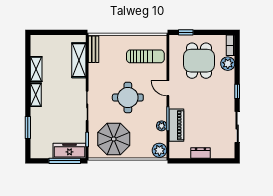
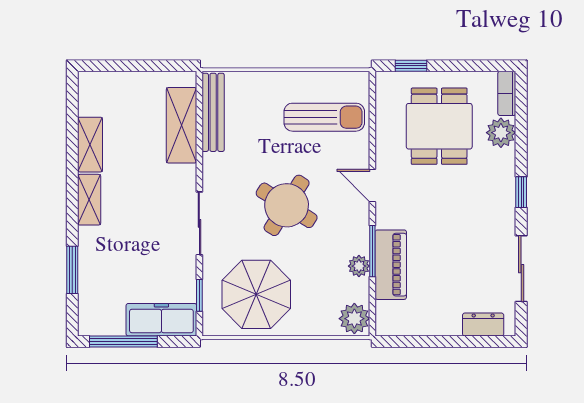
bench: (94, 49) -> (213, 112), width x1.36
round table: (128, 97) -> (287, 205), turned 32
dresser: (200, 153) -> (483, 325), moved
window: (65, 161) -> (123, 341), moved

